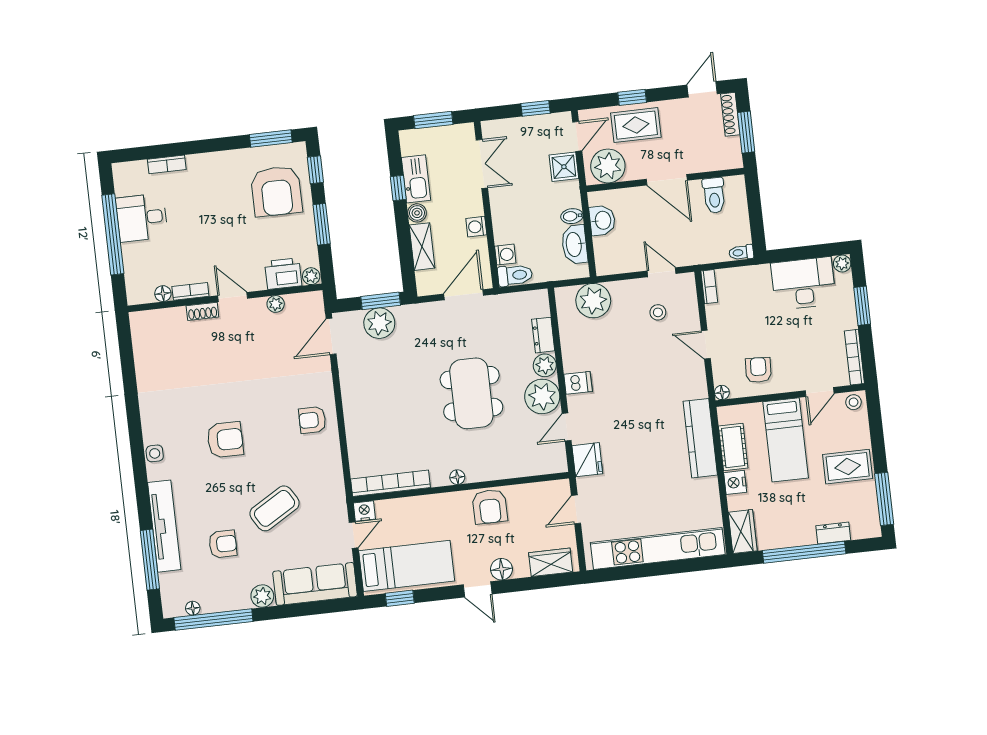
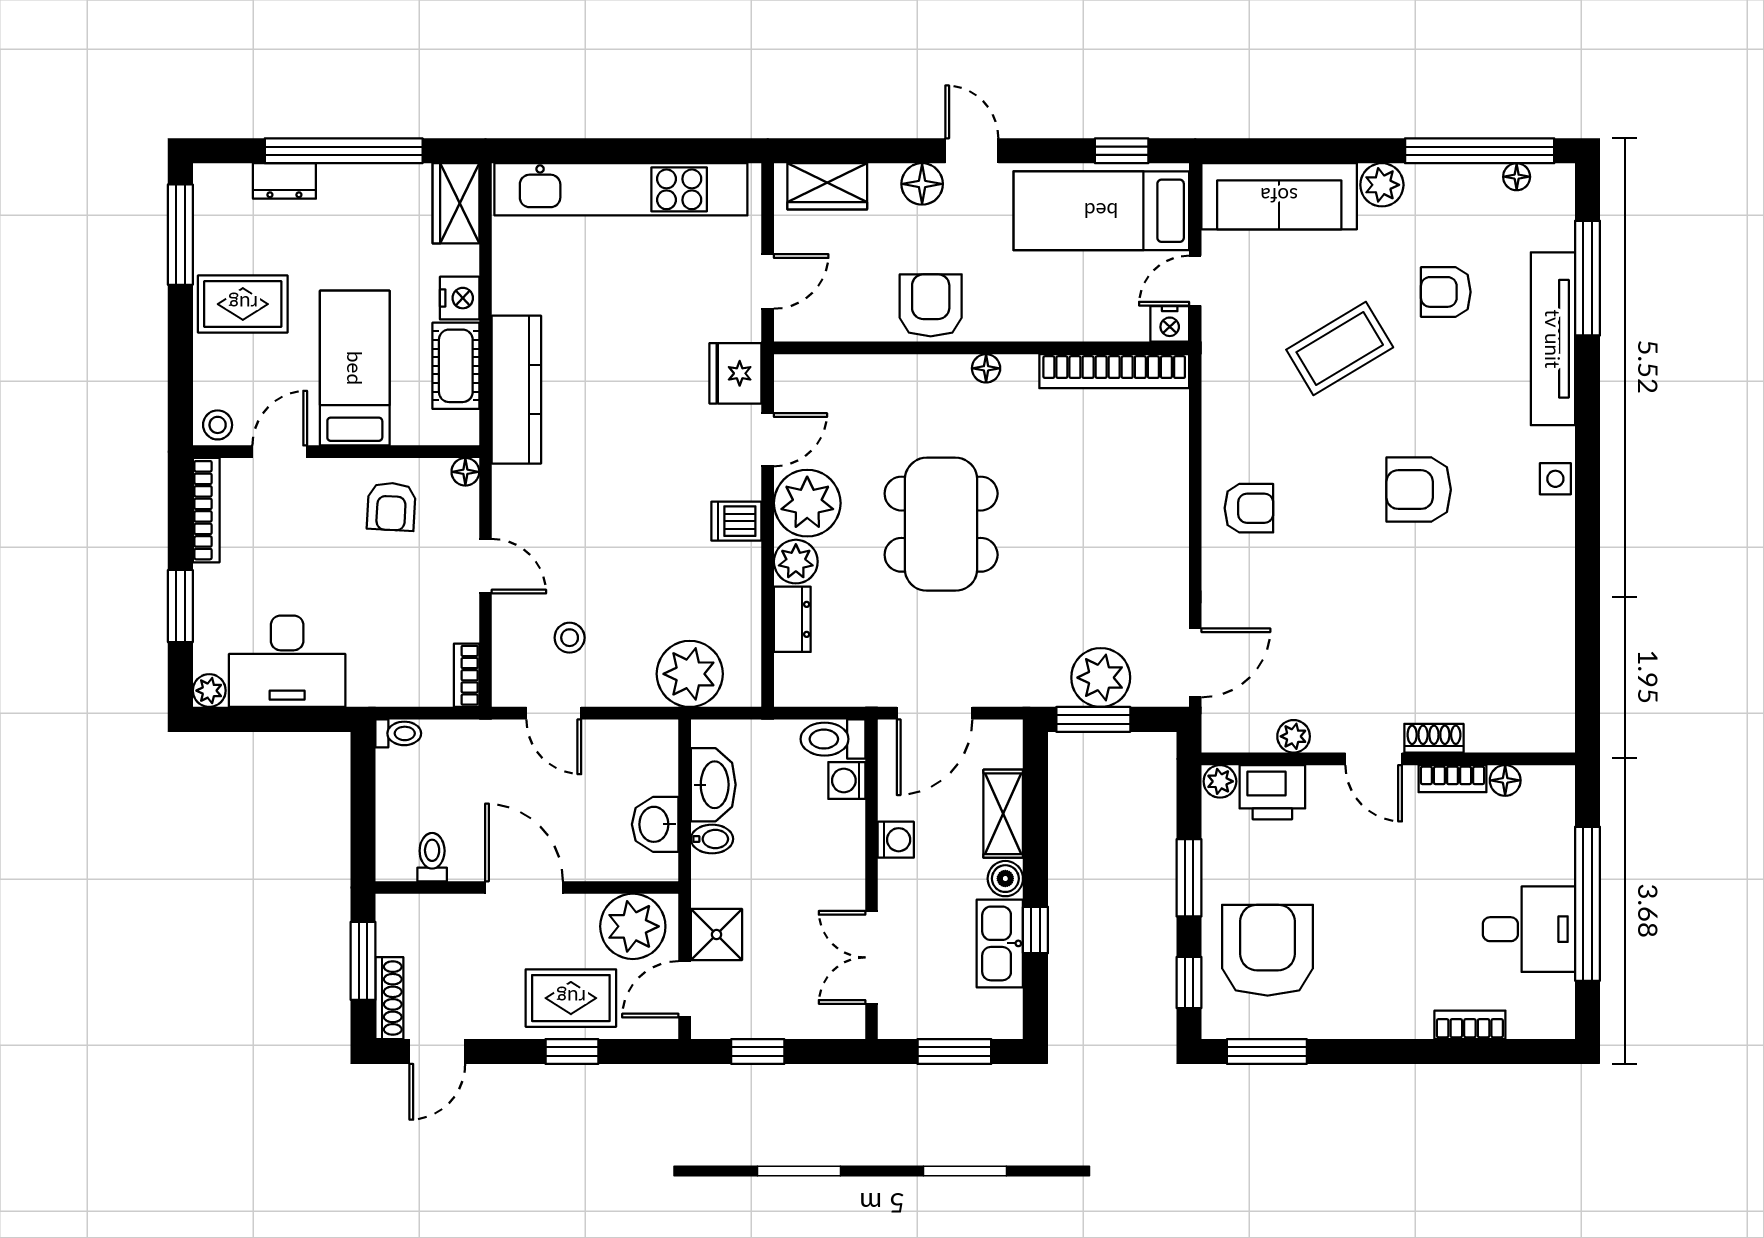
toilet: (714, 195) -> (432, 857), width x0.73, depth x0.72

